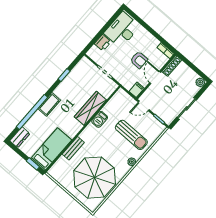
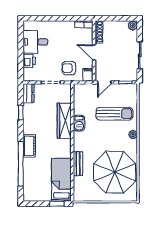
desk: (122, 30) -> (35, 42), width x0.73
armchair: (139, 60) -> (69, 68), moved, turned 180
dresser: (20, 137) -> (29, 93), moved

